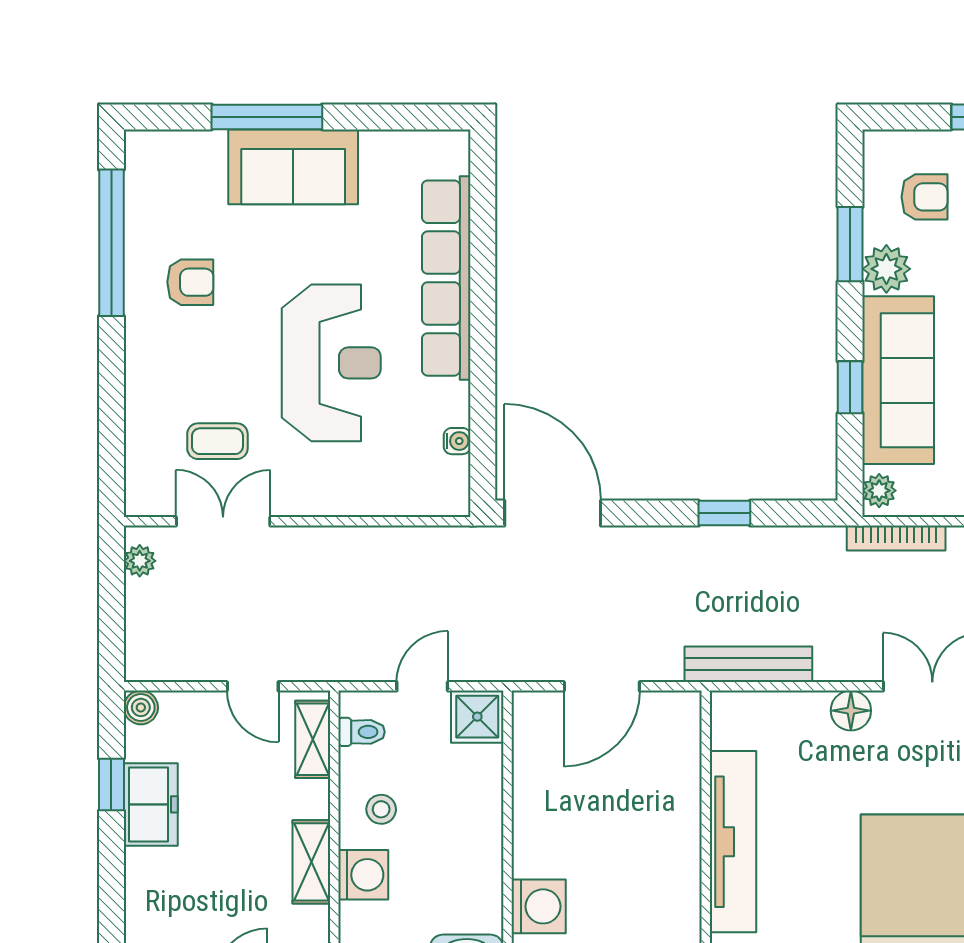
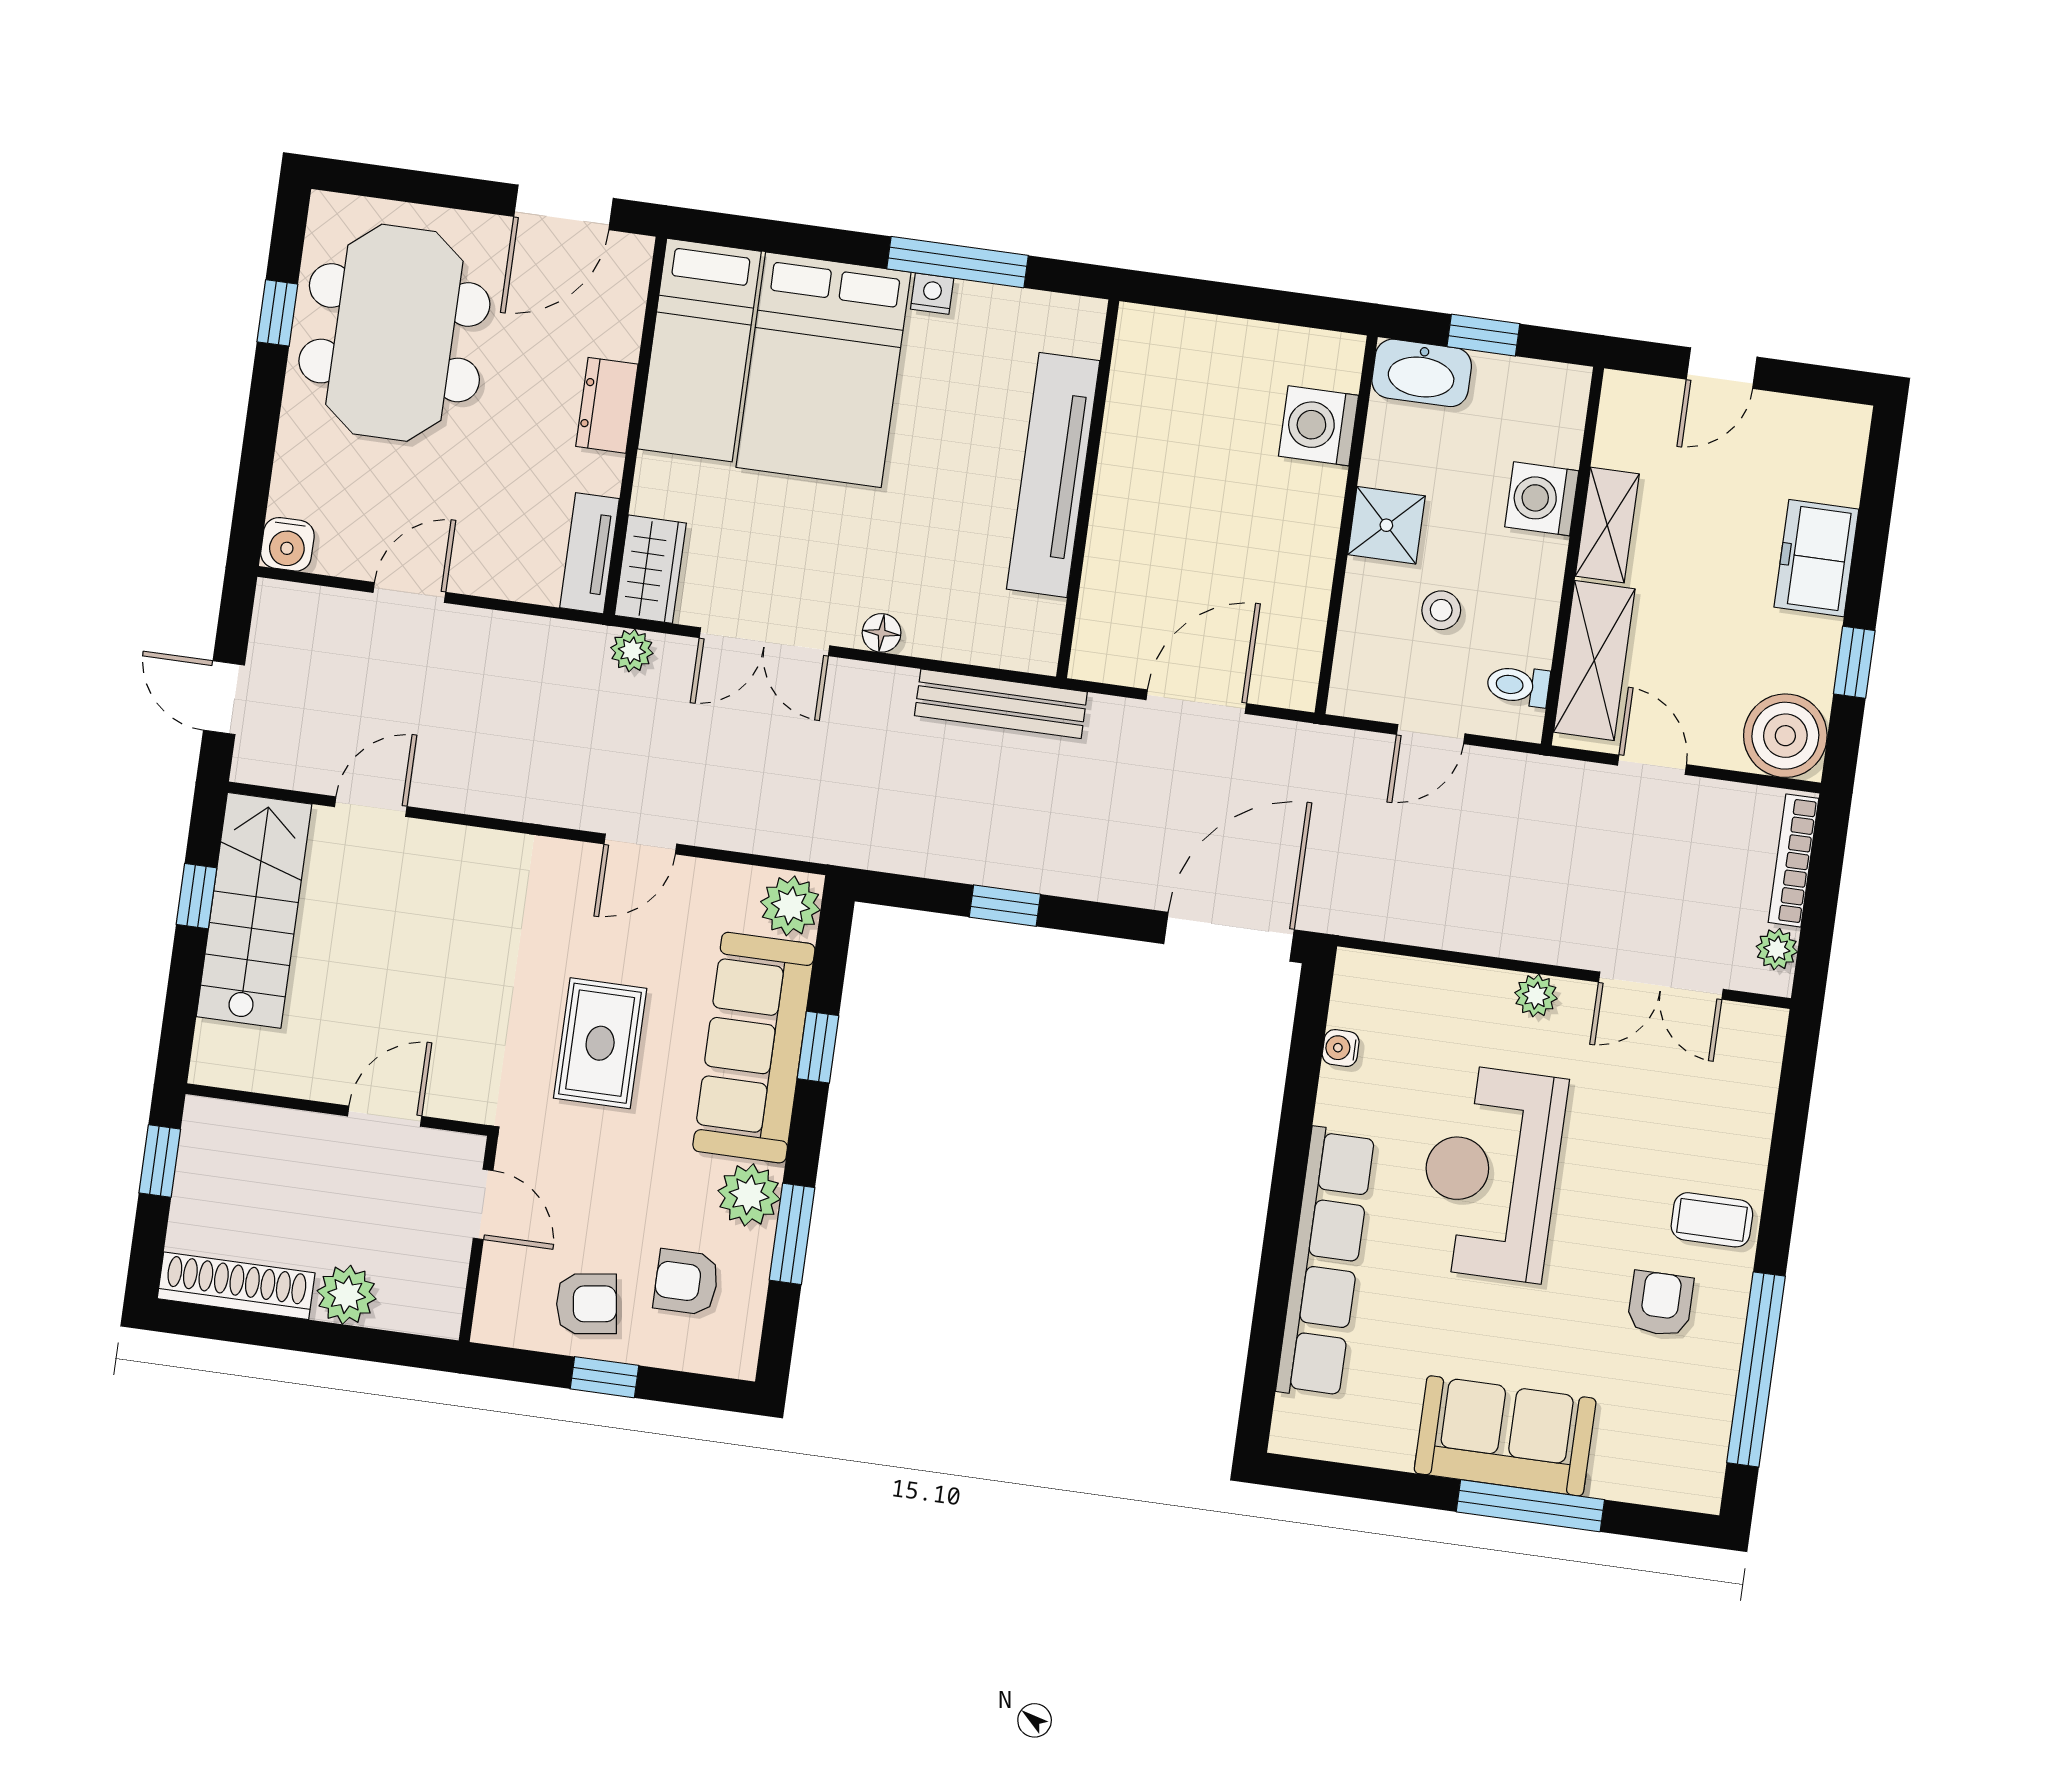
armchair: (190, 282) -> (1660, 1304), turned 90
coffee table: (217, 441) -> (1712, 1220), moved
plant: (879, 491) -> (790, 906), width x1.38, depth x1.38
plant: (316, 501) -> (1536, 996), added
door: (553, 513) -> (1229, 937), swing flipped
bookcase: (896, 538) -> (1793, 860), moved, turned -90
boiler: (141, 707) -> (1785, 736), width x1.86, depth x1.86
floor lamp: (851, 711) -> (882, 633), width x0.73, depth x0.73
shower: (477, 717) -> (1386, 525), moved
shelving: (313, 739) -> (1594, 661), width x1.50, depth x1.33
freezer: (151, 804) -> (1816, 558), moved
stool: (381, 809) -> (1441, 610), moved

